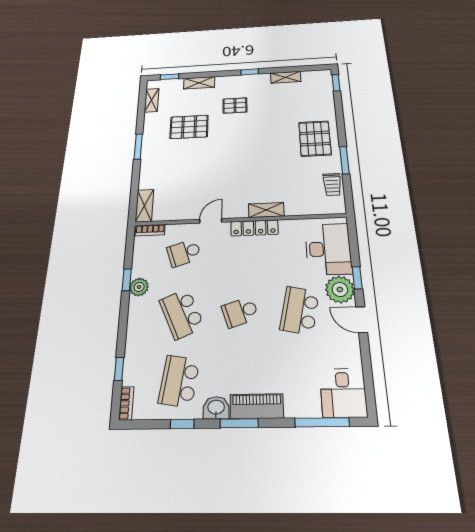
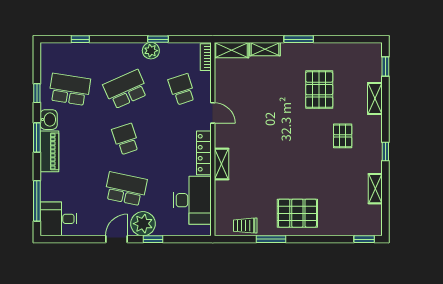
shelving: (152, 100) -> (265, 49), moved
desk: (328, 249) -> (192, 200), moved, turned -90
bookcase: (126, 403) -> (53, 47), removed

